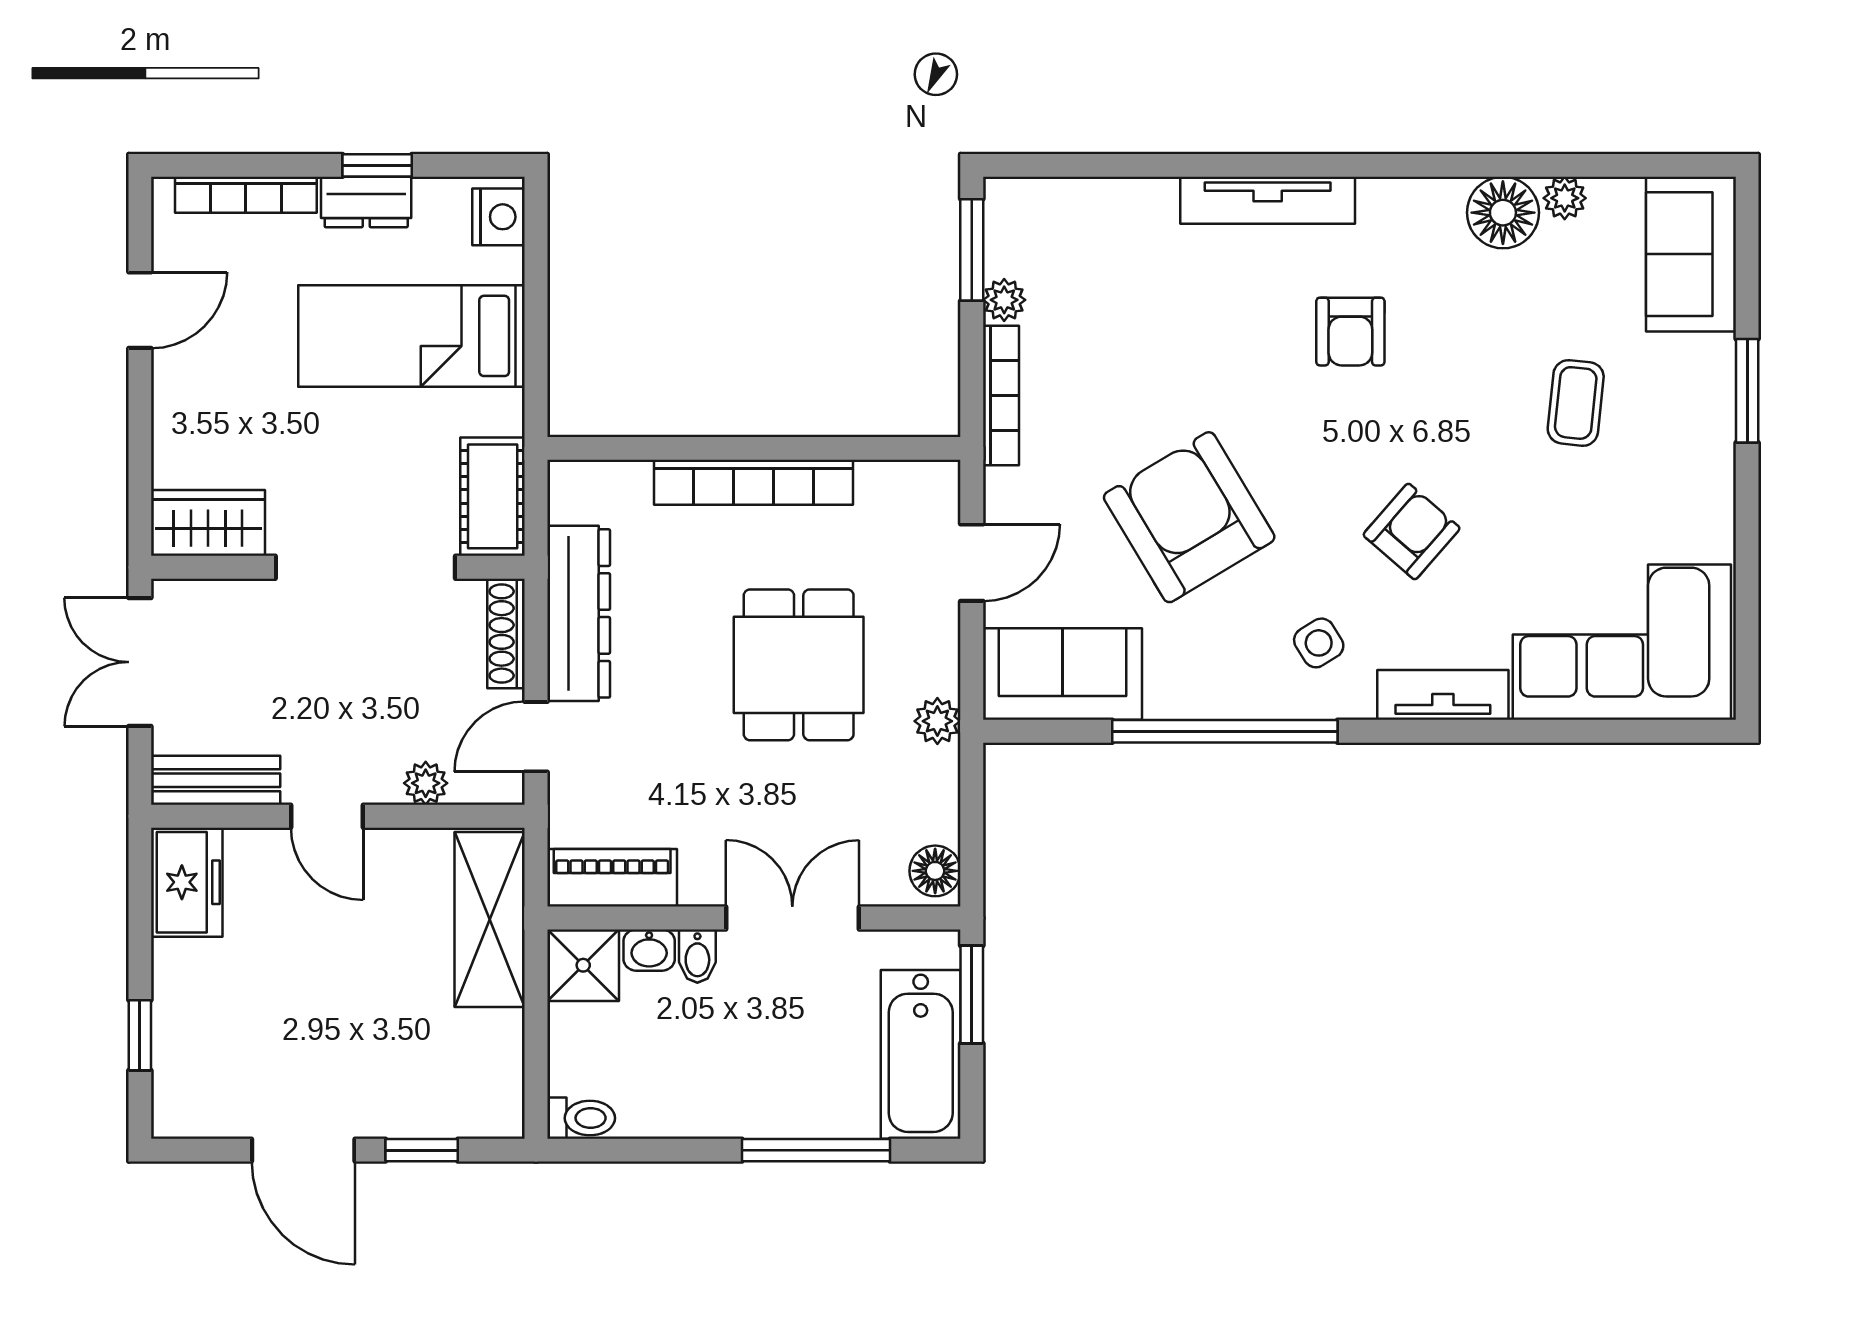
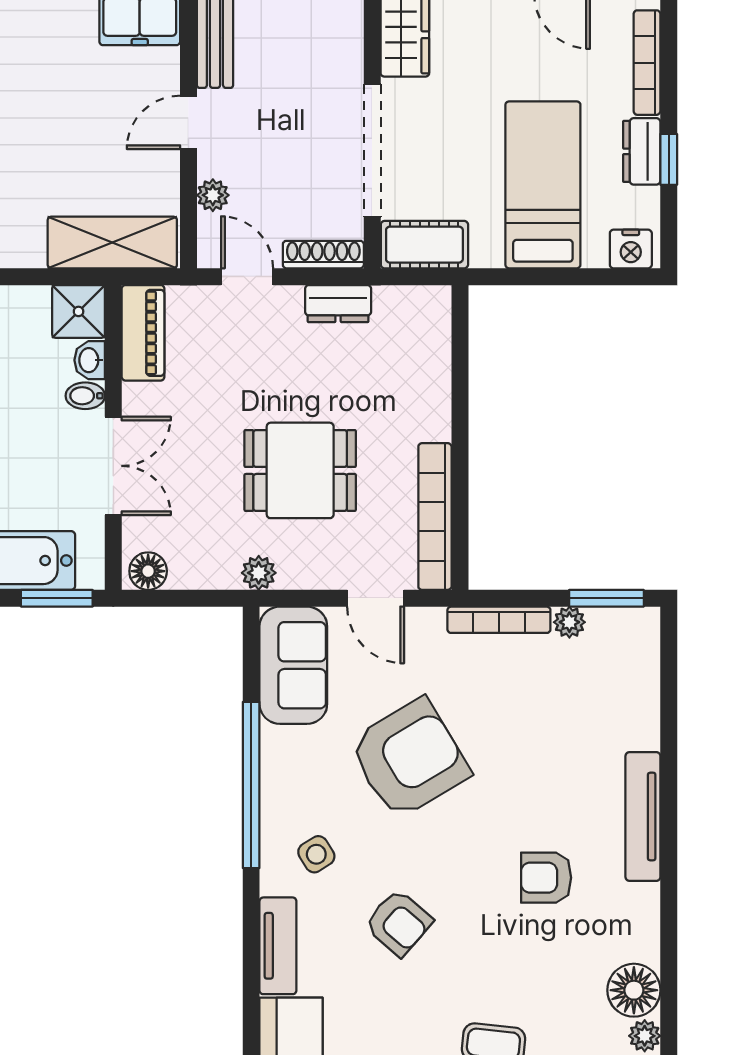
bookcase: (753, 482) -> (435, 517), moved
dresser: (579, 613) -> (338, 304), width x0.51, depth x0.80

